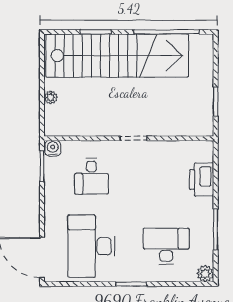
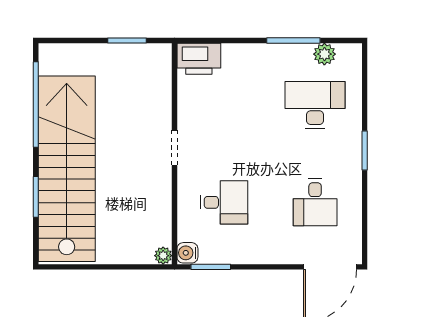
plant: (51, 98) -> (163, 256), moved
printer: (202, 179) -> (199, 59), moved
desk: (91, 246) -> (315, 202), width x0.53, depth x0.77
desk: (166, 246) -> (315, 105), turned 90
plant: (205, 274) -> (324, 54), moved

